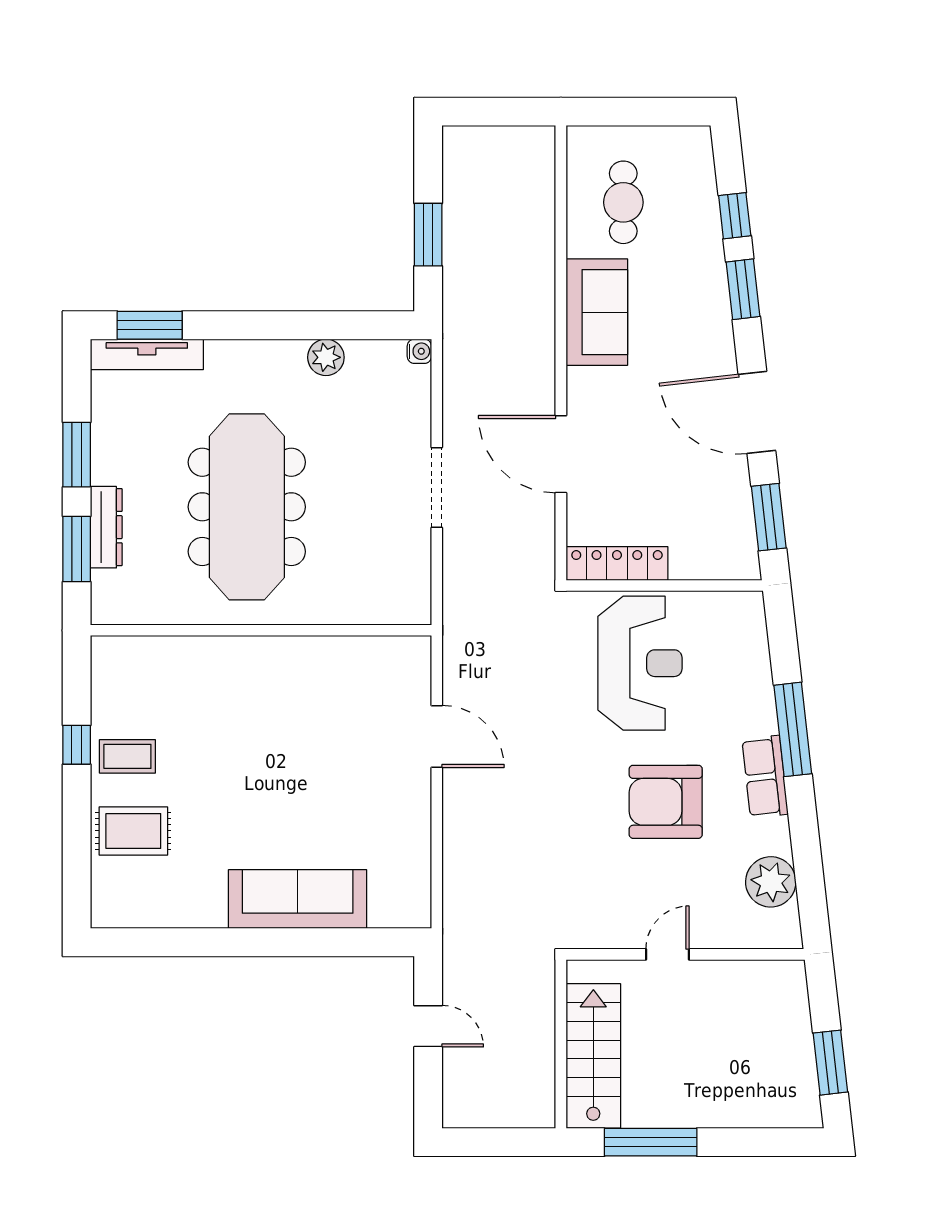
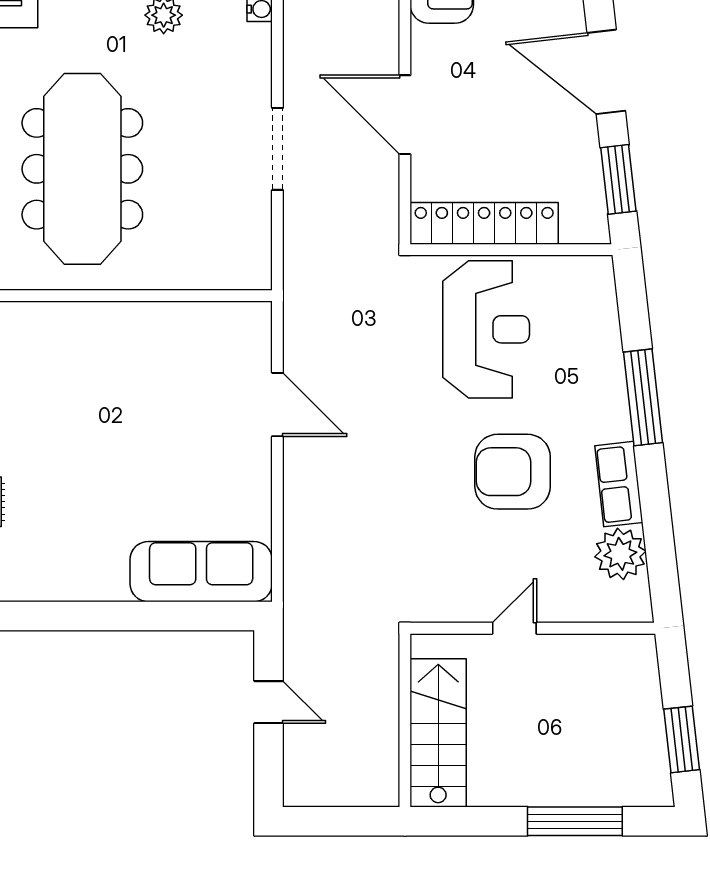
locker: (617, 563) -> (484, 223), width x1.41, depth x1.21
row of seats: (765, 777) -> (619, 484), moved
sofa: (298, 899) -> (201, 572), moved
window: (651, 1142) -> (575, 821), moved

